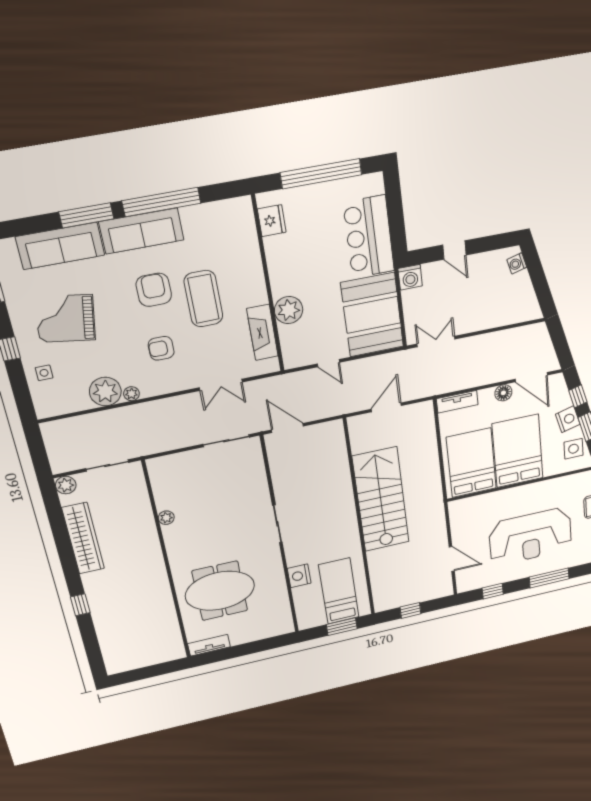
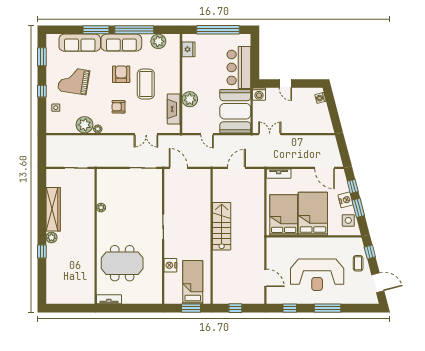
plant: (212, 216) -> (158, 41), added
floor lamp: (503, 393) -> (307, 174), removed
plant: (66, 485) -> (51, 238), moved
stairs: (381, 500) -> (222, 226), width x0.73, depth x0.66

